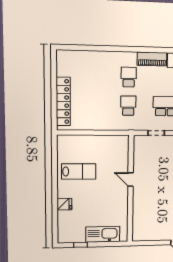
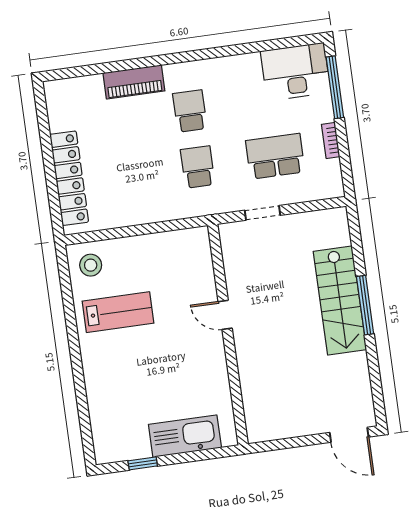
piano: (152, 59) -> (134, 82), moved
stool: (68, 147) -> (91, 265), added
fridge: (64, 204) -> (99, 383), removed

